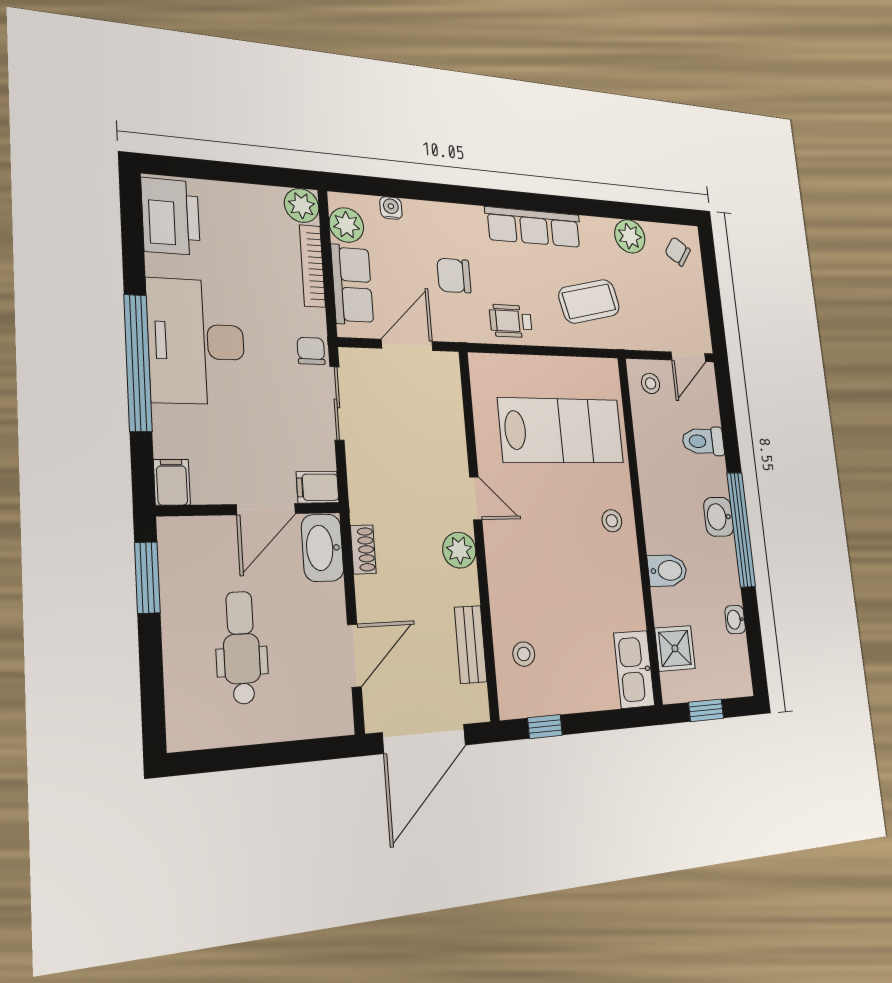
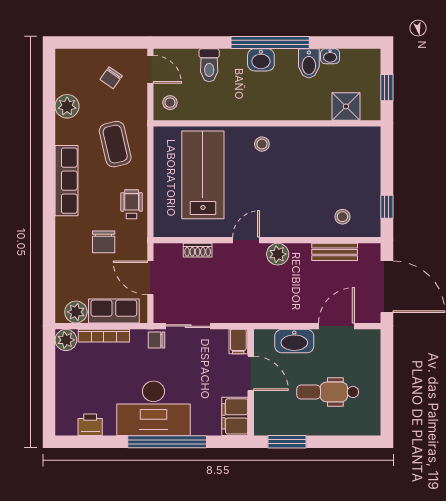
water cooler: (391, 208) -> (62, 281), removed
printer: (171, 216) -> (90, 425), width x0.53, depth x0.68
chair: (678, 251) -> (111, 78), moved
wheelchair: (511, 321) -> (132, 204), turned 180
filing cabinet: (172, 482) -> (235, 416), width x2.00
washbasin: (322, 548) -> (294, 341), moved
shoe rack: (363, 549) -> (198, 250), moved, turned 180
bidet: (667, 570) -> (309, 63), moved, turned 180
door: (354, 656) -> (336, 326), hinge flipped
kitchen sink: (634, 669) -> (357, 139), removed

